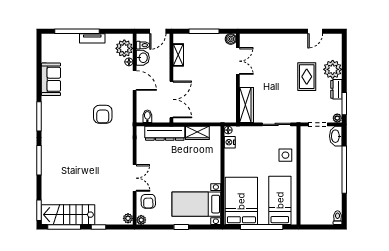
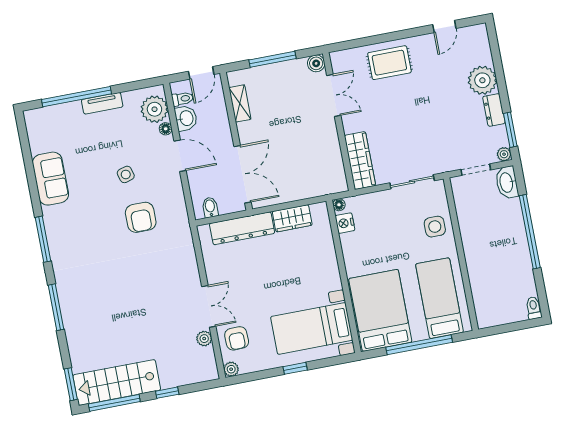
rug: (307, 77) -> (389, 63), moved, turned 90
side table: (99, 86) -> (126, 174), added
plant: (128, 218) -> (204, 339), moved

